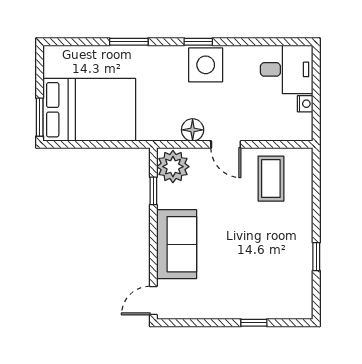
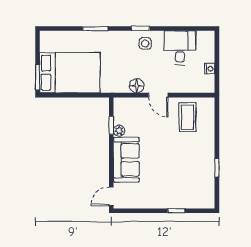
side table: (206, 65) -> (145, 44), width x0.54, depth x0.54
desk: (287, 69) -> (180, 48), moved, turned -90
plant: (173, 167) -> (119, 131), moved, width x0.53, depth x0.53

